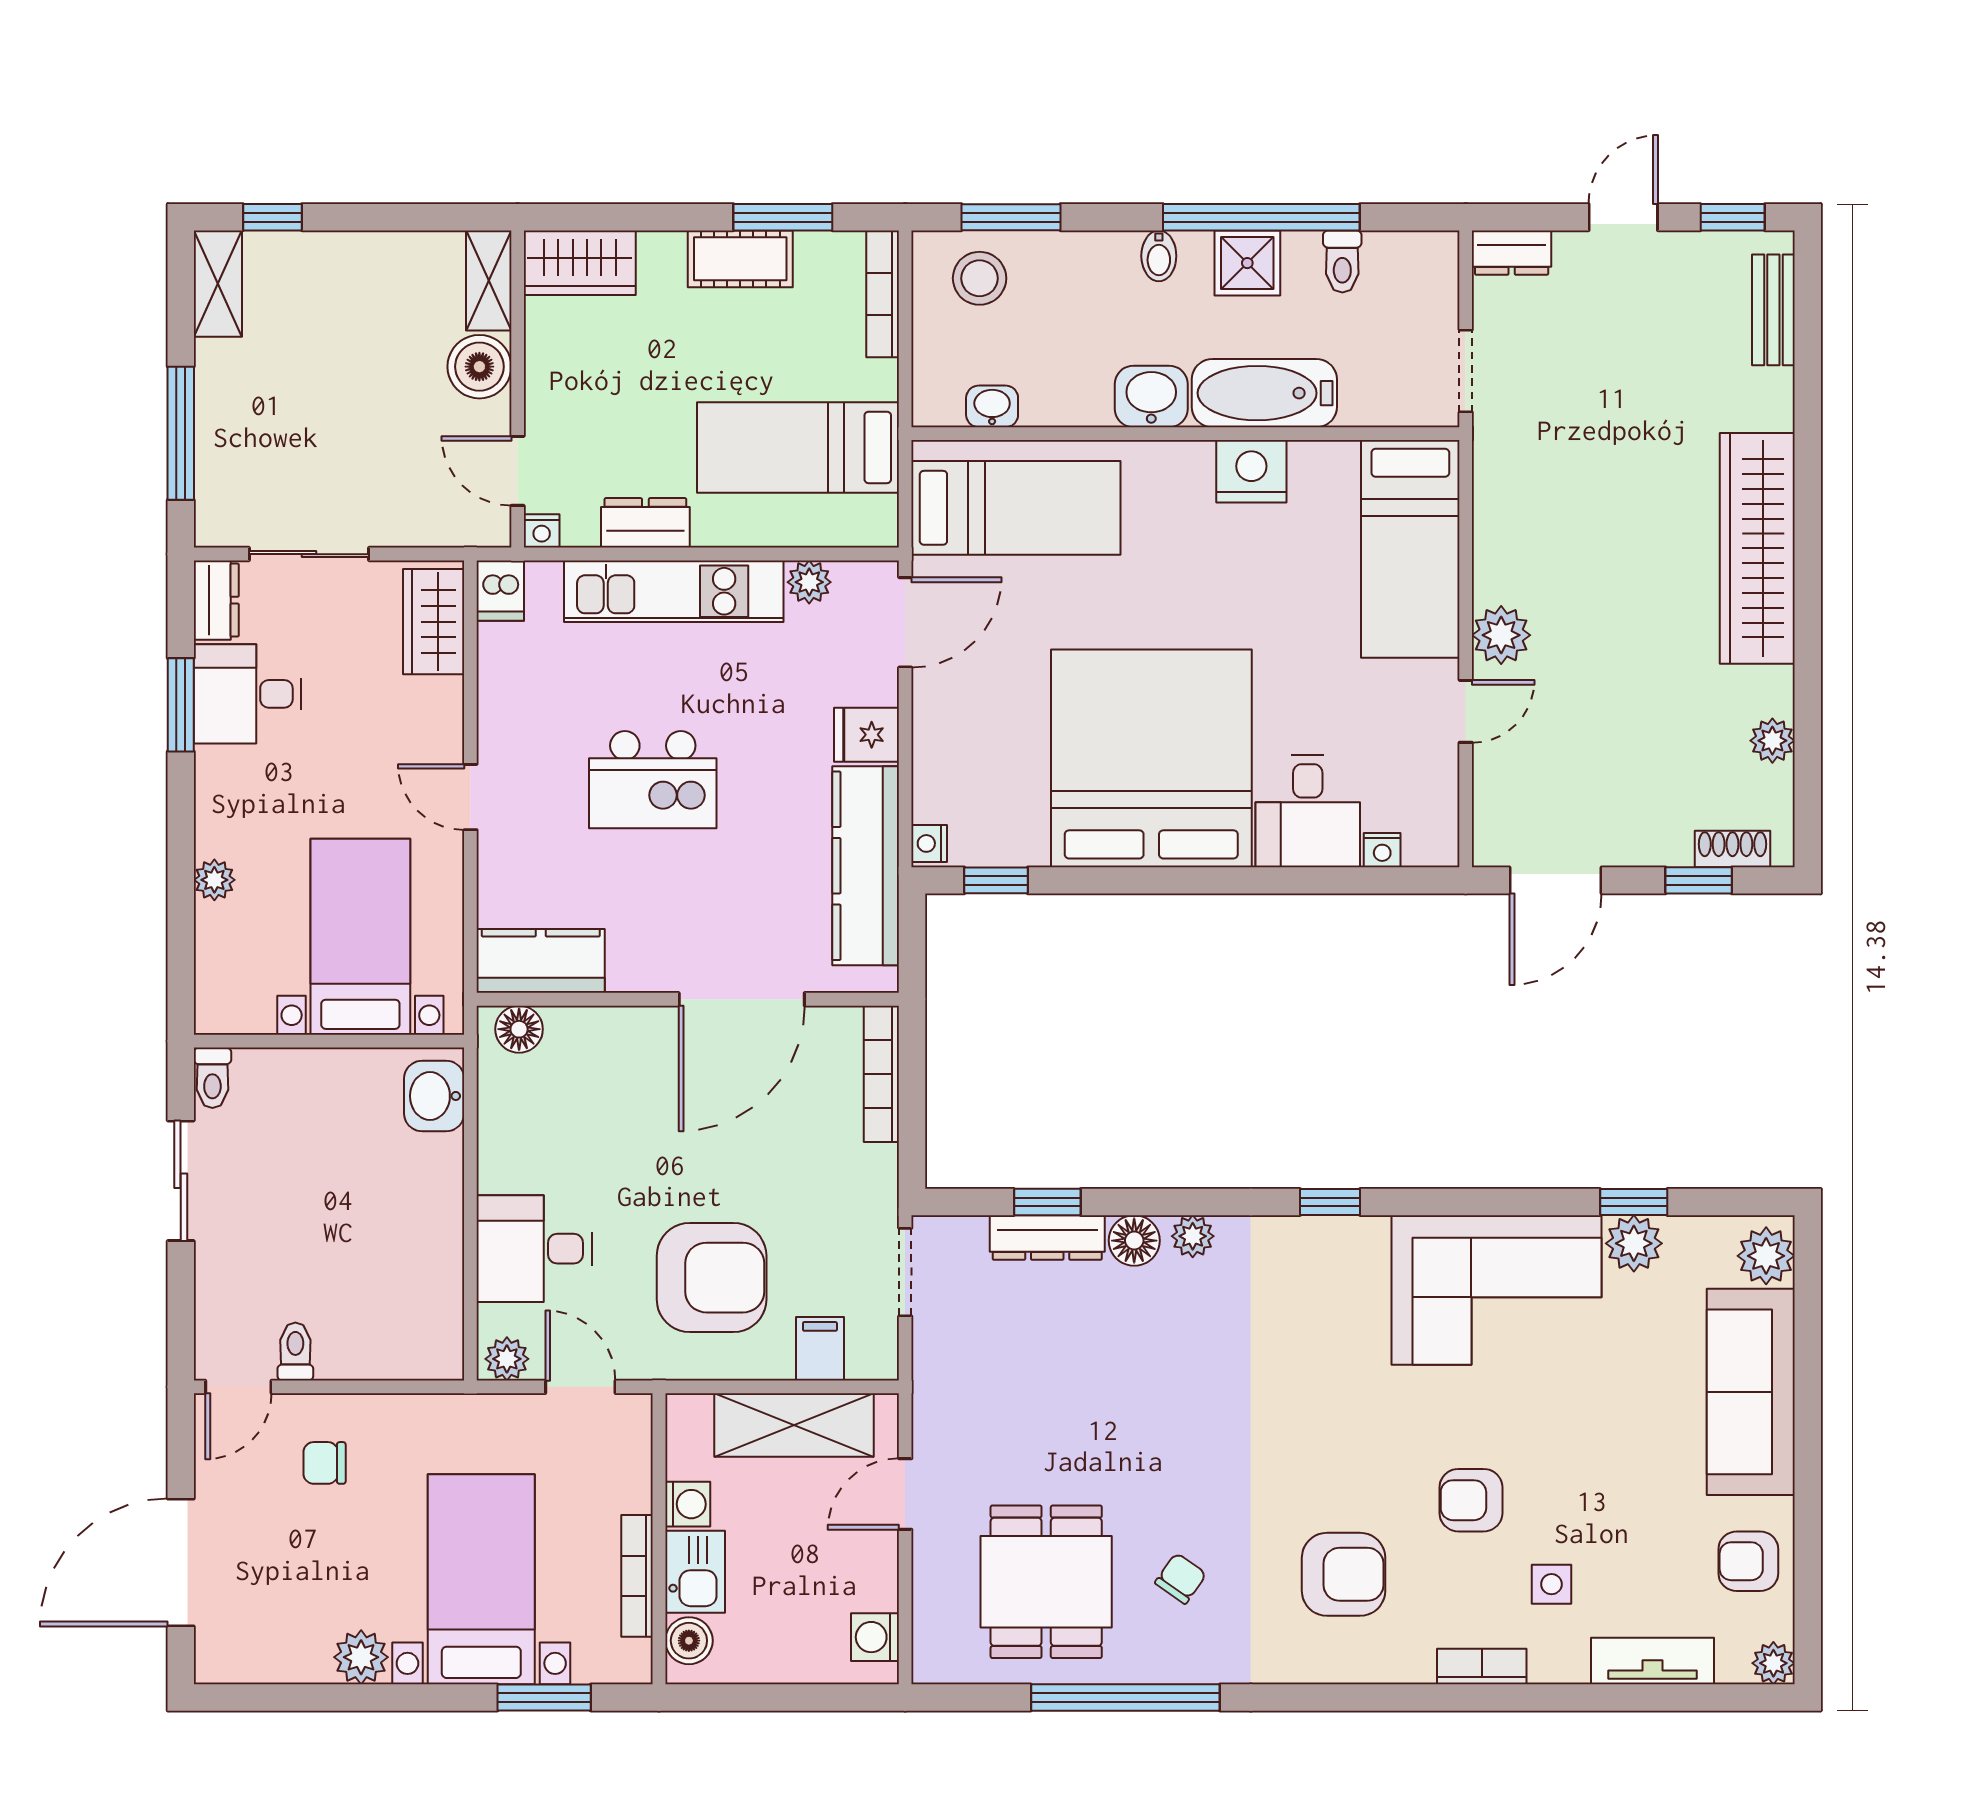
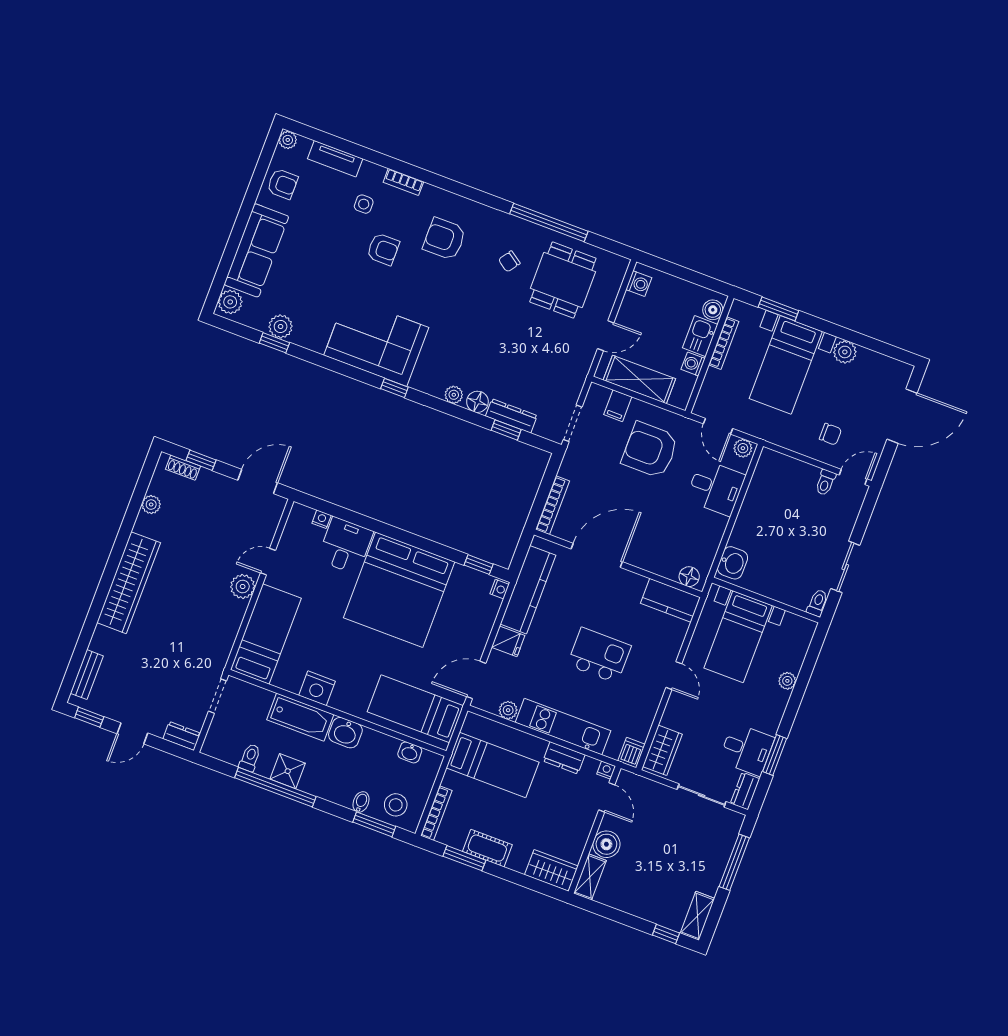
bidet: (1159, 256) -> (361, 802), moved
corner sofa: (1496, 1290) -> (376, 341), moved

